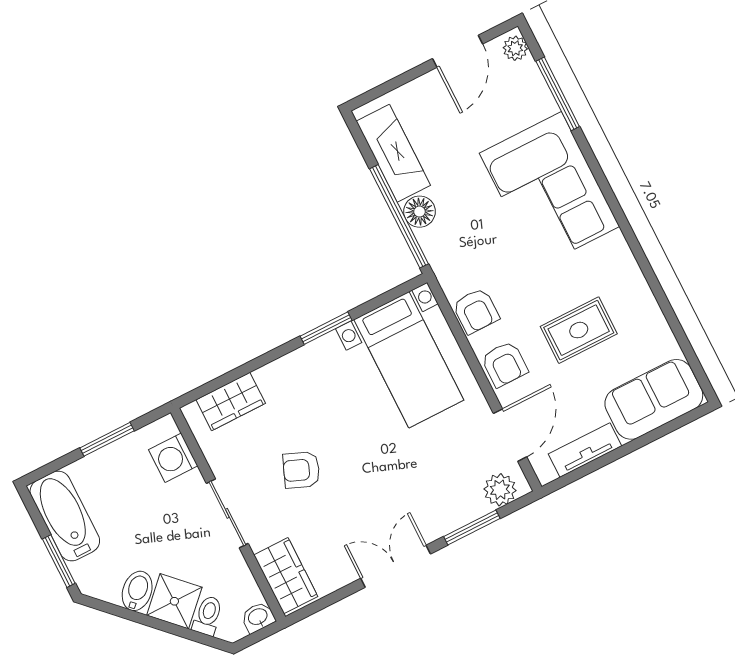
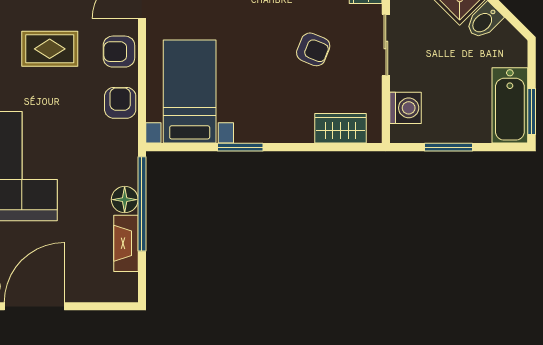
door: (458, 51) -> (34, 306), width x1.36
fireplace: (393, 153) -> (126, 243), width x0.73, depth x0.76
armchair: (504, 364) -> (119, 52), turned -90
window: (59, 561) -> (532, 111), moved

